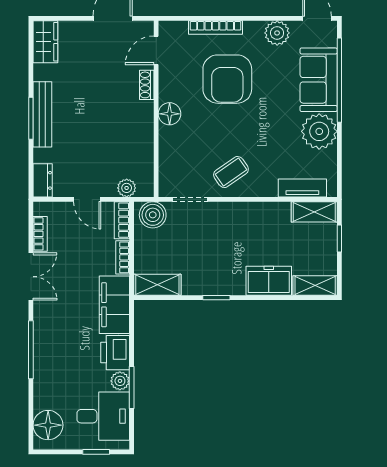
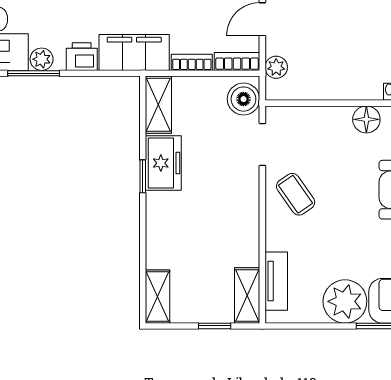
freezer: (269, 281) -> (163, 163), moved
printer: (115, 353) -> (82, 57), width x0.73, depth x0.81

